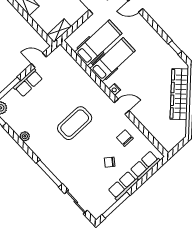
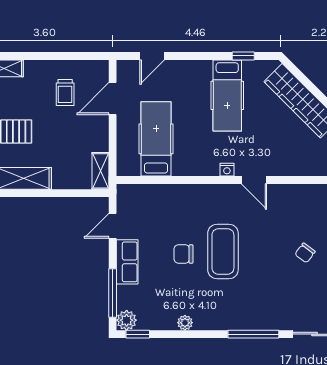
hospital bed: (112, 60) -> (227, 95), moved, turned 180
door: (122, 107) -> (254, 180), swing flipped
chair: (125, 138) -> (184, 254), moved

